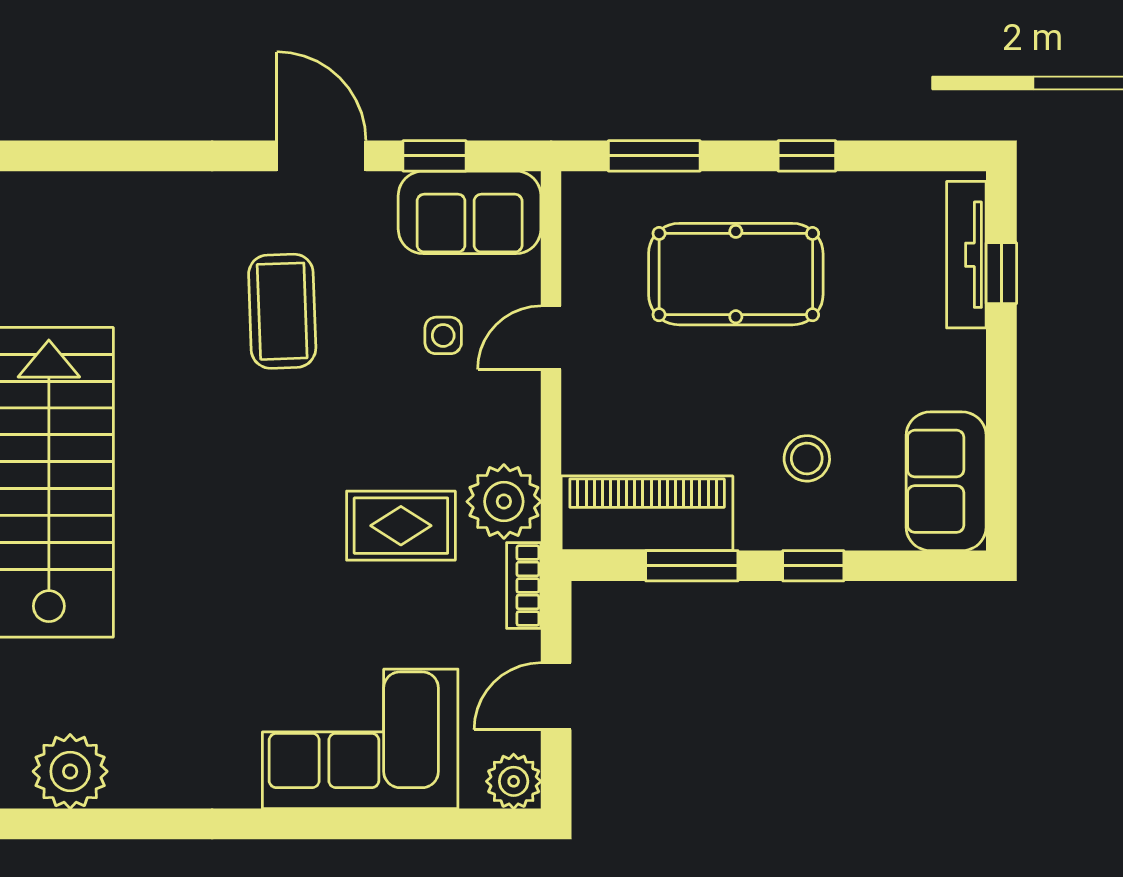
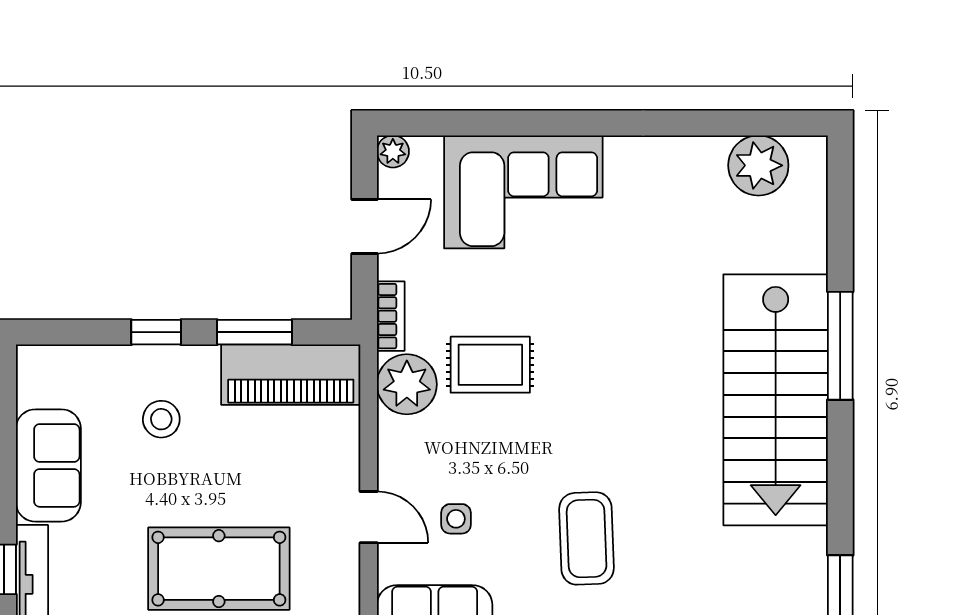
door: (551, 338) -> (369, 517), hinge flipped
sofa: (946, 481) -> (48, 465), moved
plant: (514, 781) -> (393, 151), width x0.73, depth x0.73

